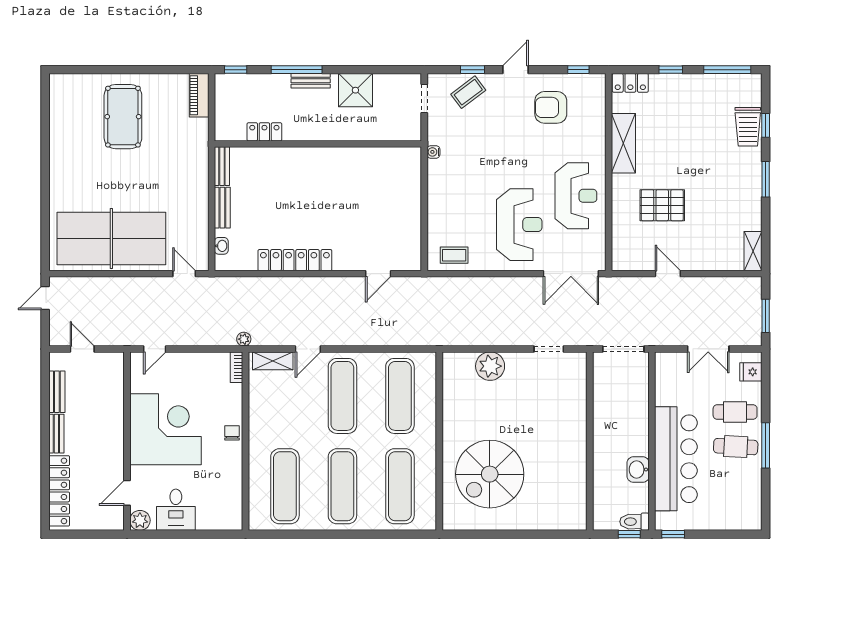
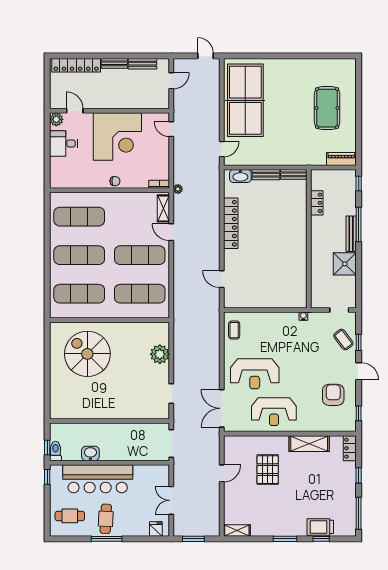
bench: (311, 81) -> (351, 234), width x1.36
pool table: (123, 117) -> (327, 108), turned 90
washbasin: (221, 246) -> (240, 176), width x1.91, depth x1.45
cafe table: (735, 412) -> (70, 516), moved, turned 90

